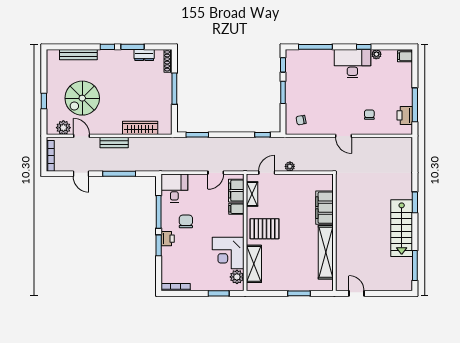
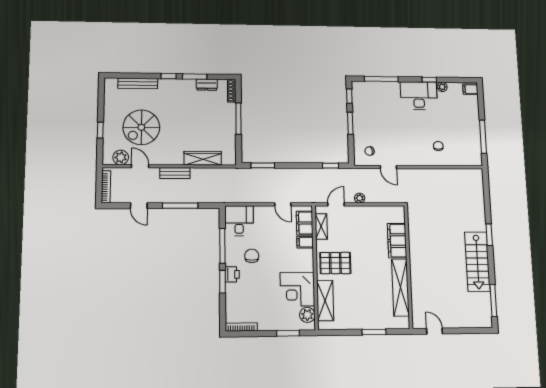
printer: (405, 115) -> (474, 147), removed
door: (344, 136) -> (388, 167), moved
door: (216, 173) -> (283, 204), hinge flipped

